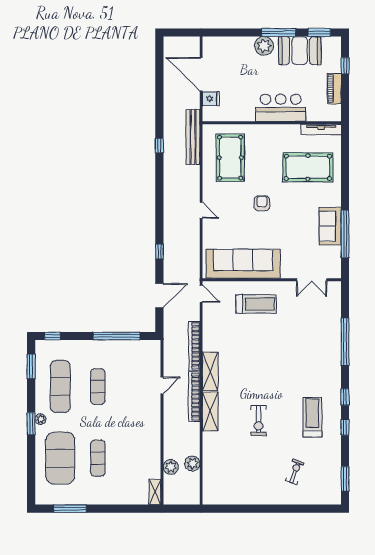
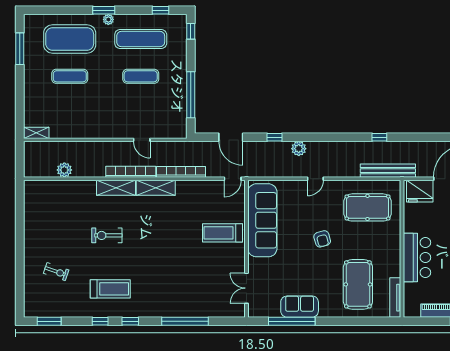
fridge: (211, 99) -> (420, 191), width x1.88, depth x1.34
armchair: (262, 203) -> (322, 239), turned 74
treadmill: (256, 304) -> (222, 233), turned 90
window: (31, 367) -> (160, 10), width x0.67
plant: (171, 467) -> (299, 149), moved

